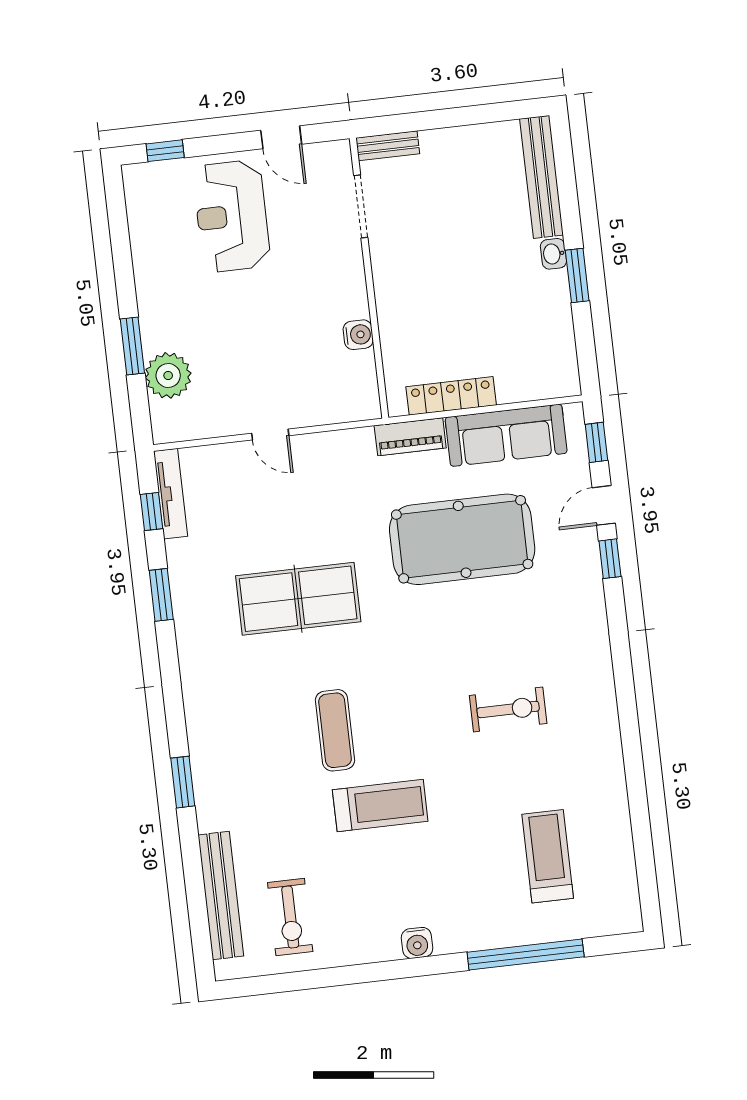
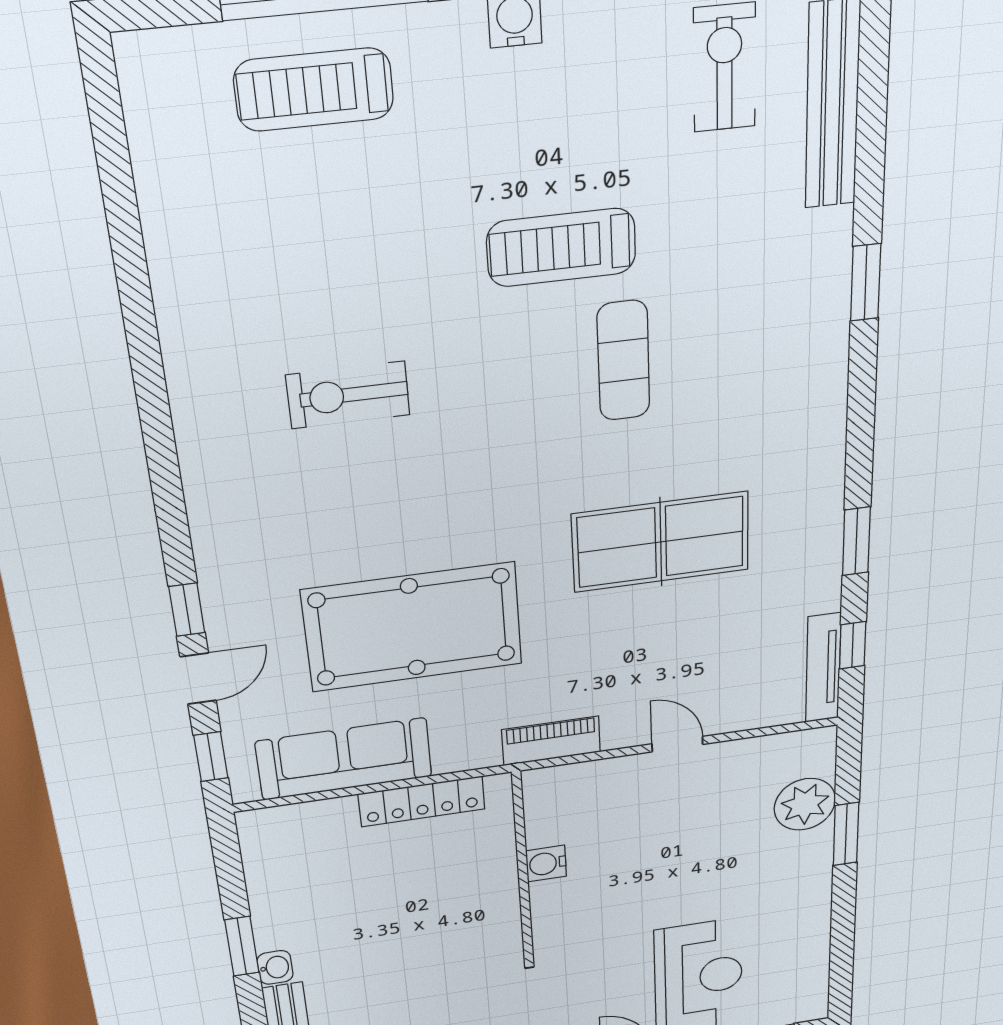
piano: (410, 437) -> (551, 741), moved
treadmill: (548, 856) -> (314, 90), moved, turned 90

